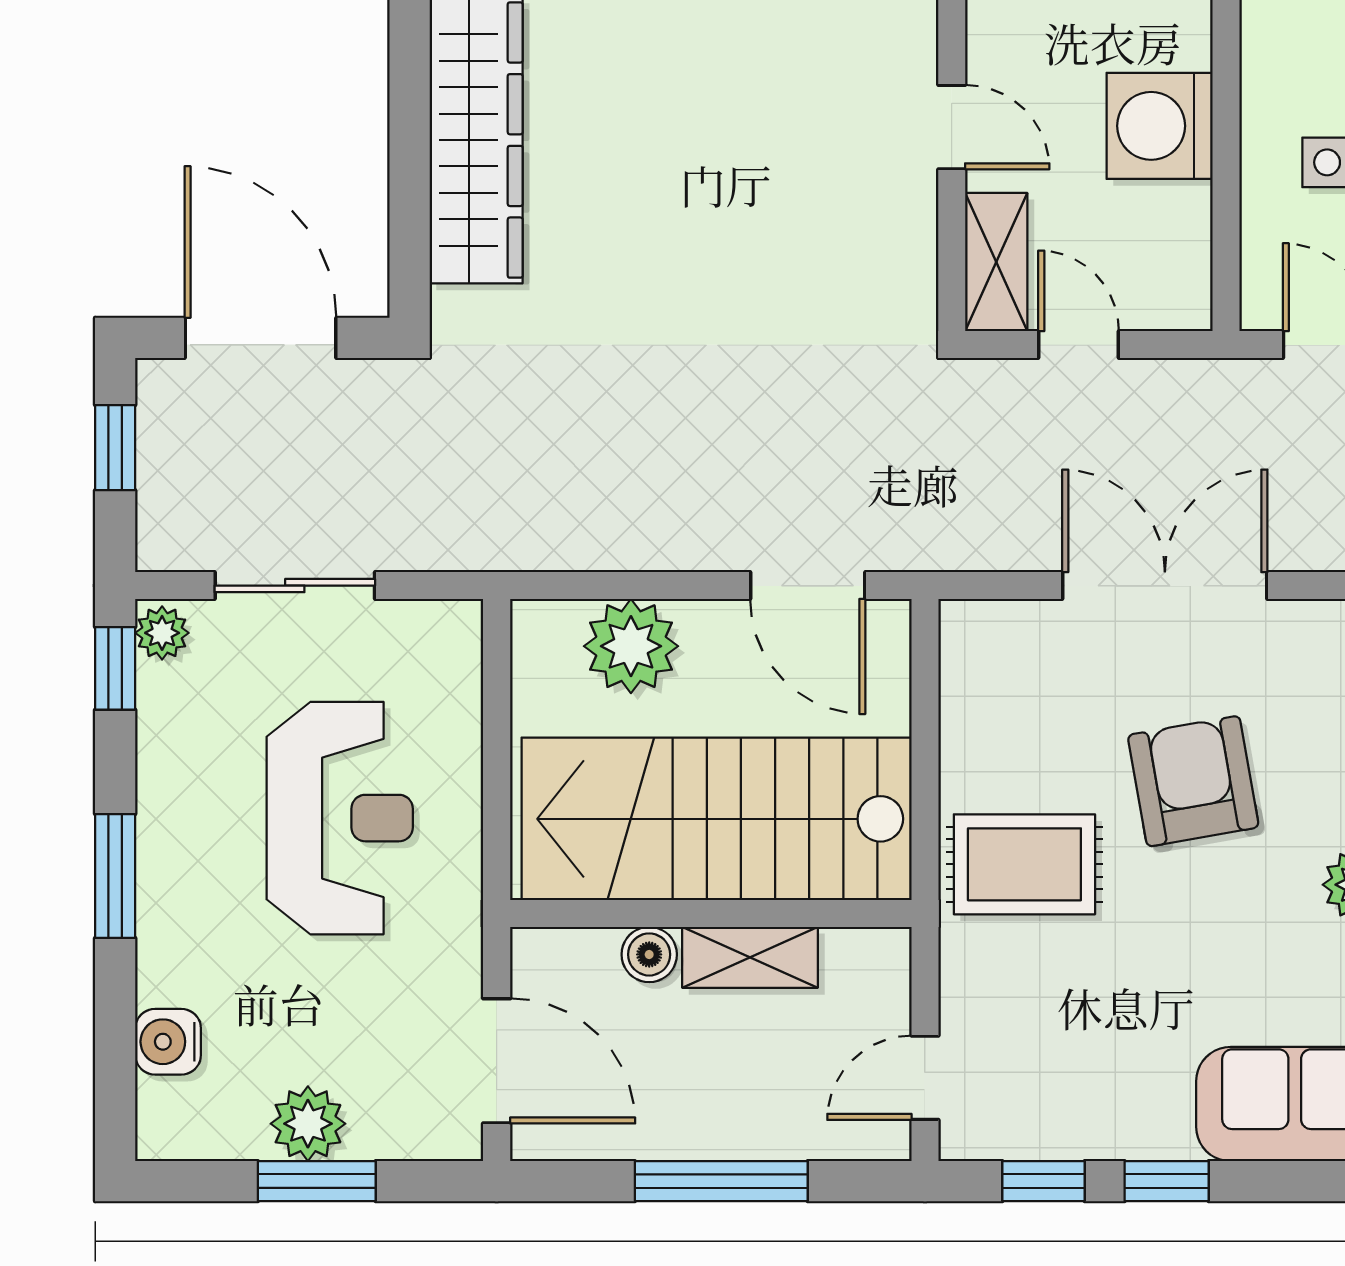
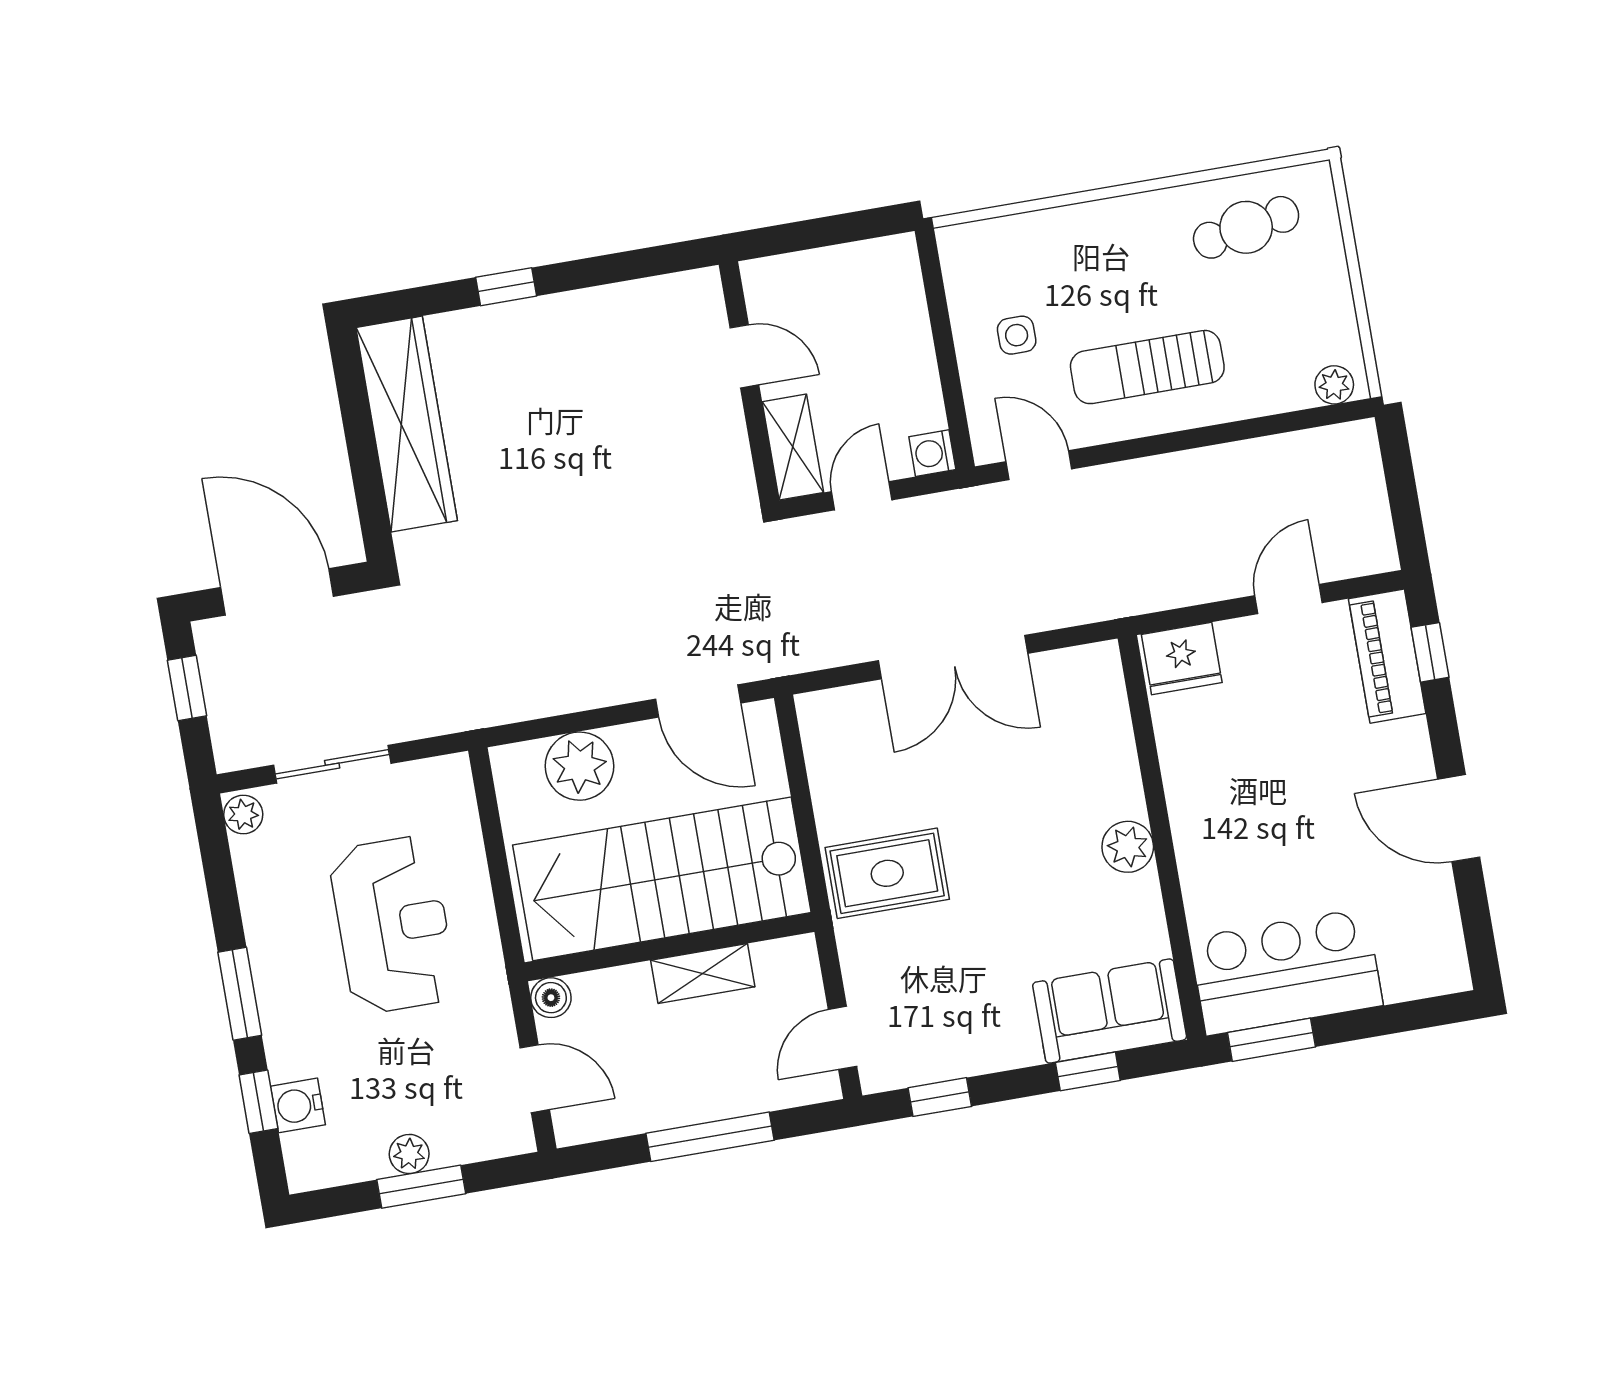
washing machine: (1160, 126) -> (932, 453), moved, width x0.53, depth x0.53
door: (1079, 345) -> (862, 496), hinge flipped
double door: (1165, 586) -> (953, 657), swing flipped
window: (115, 668) -> (258, 1102), moved
armchair: (1193, 781) -> (997, 793), removed
boiler: (649, 954) -> (551, 998), moved
door: (497, 1061) -> (535, 1079), width x0.73
plant: (308, 1124) -> (409, 1154), width x0.73, depth x0.73
window: (1167, 1181) -> (1088, 1071), moved

